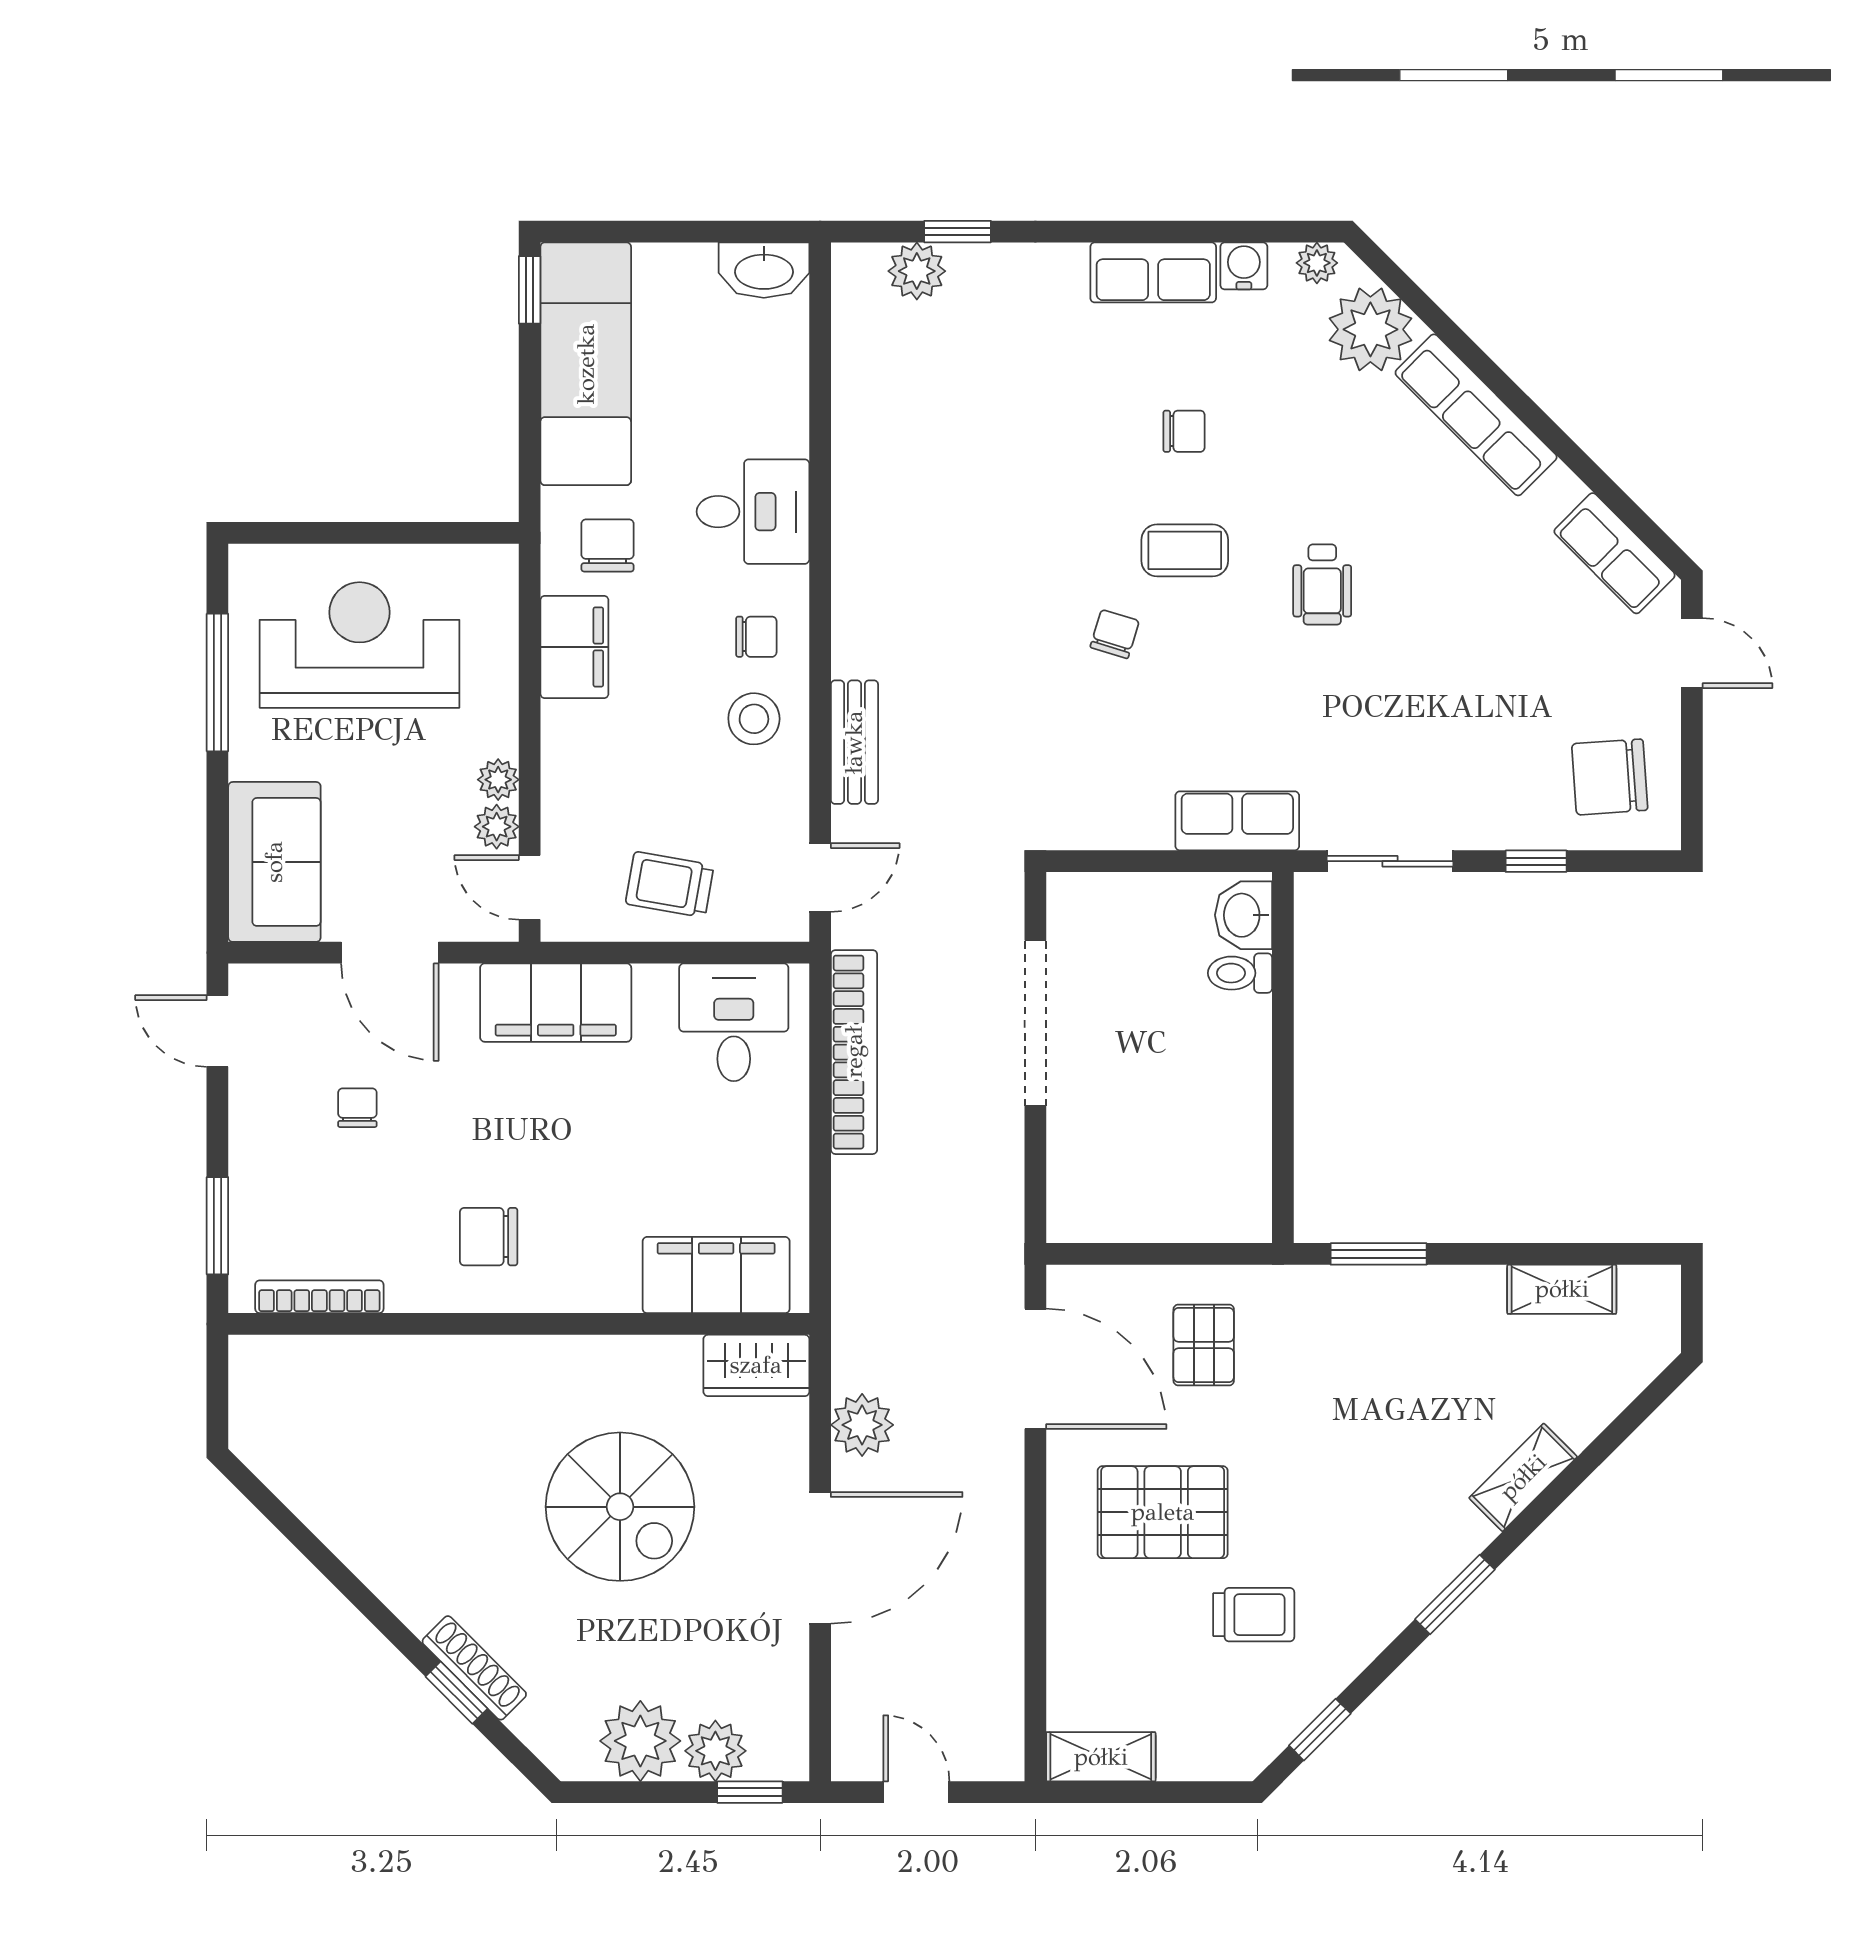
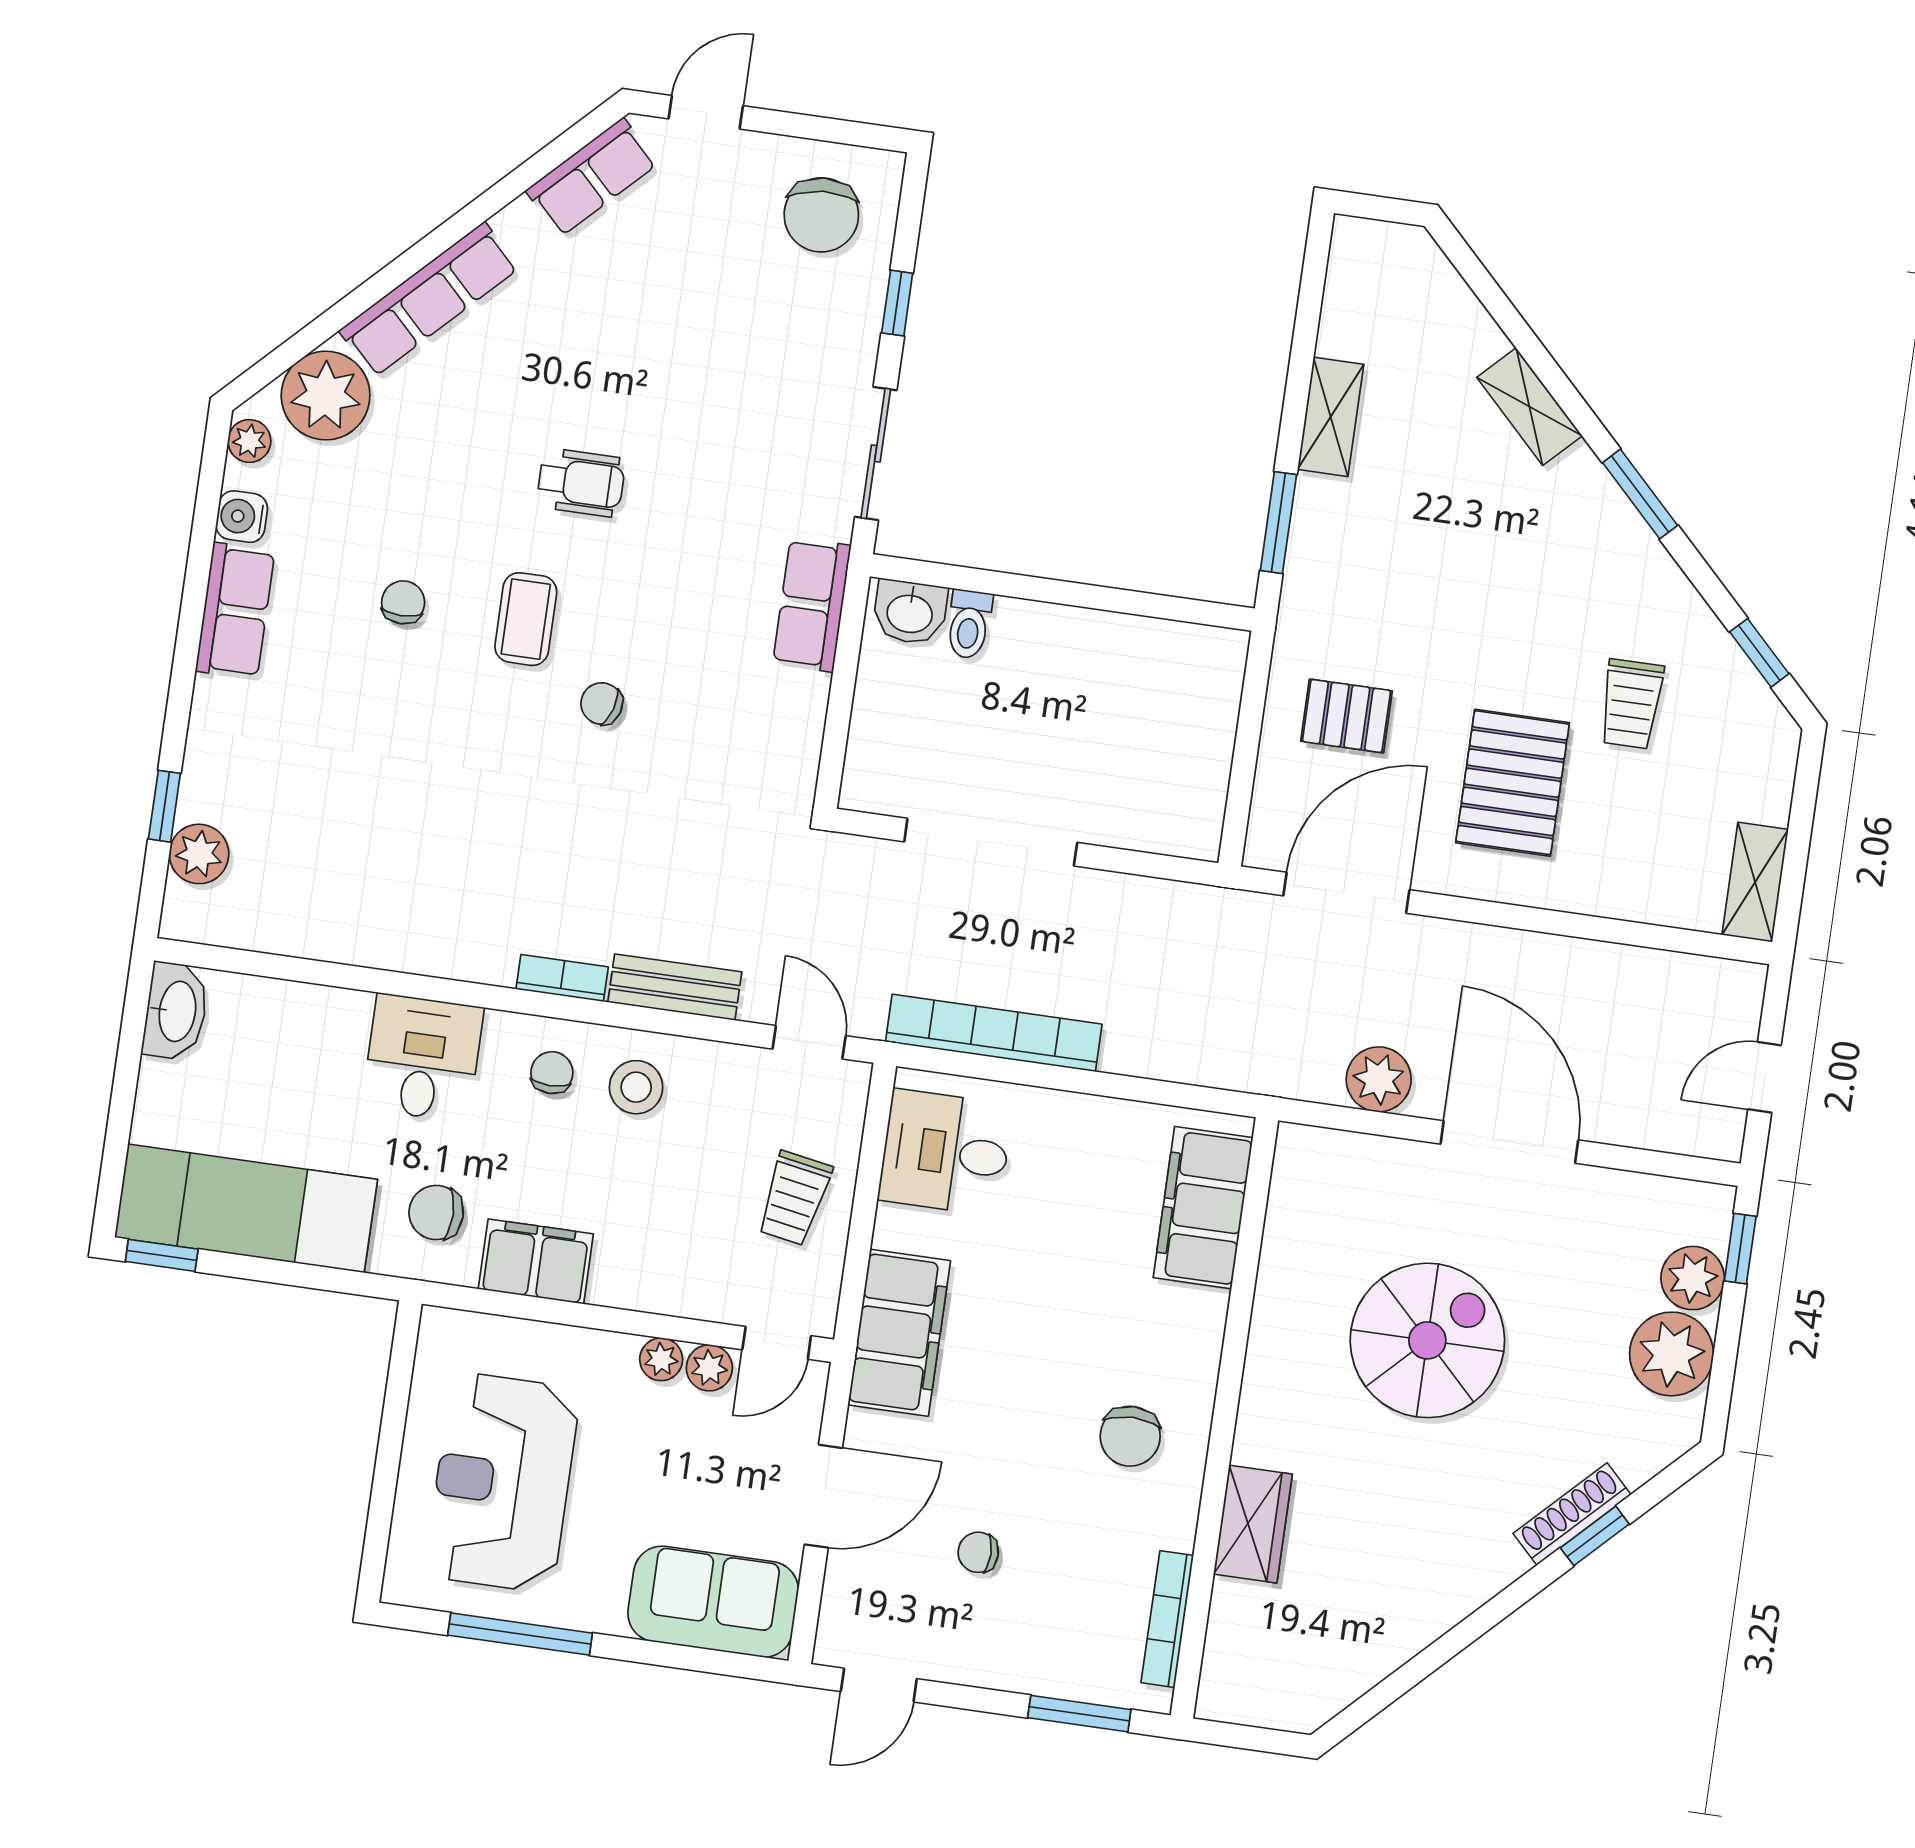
bookcase: (848, 634) -> (562, 978), added
shelving: (1562, 1289) -> (1331, 417), moved
wardrobe: (756, 1365) -> (1253, 1524), moved
trolley: (1254, 1615) -> (1631, 704), turned 180

